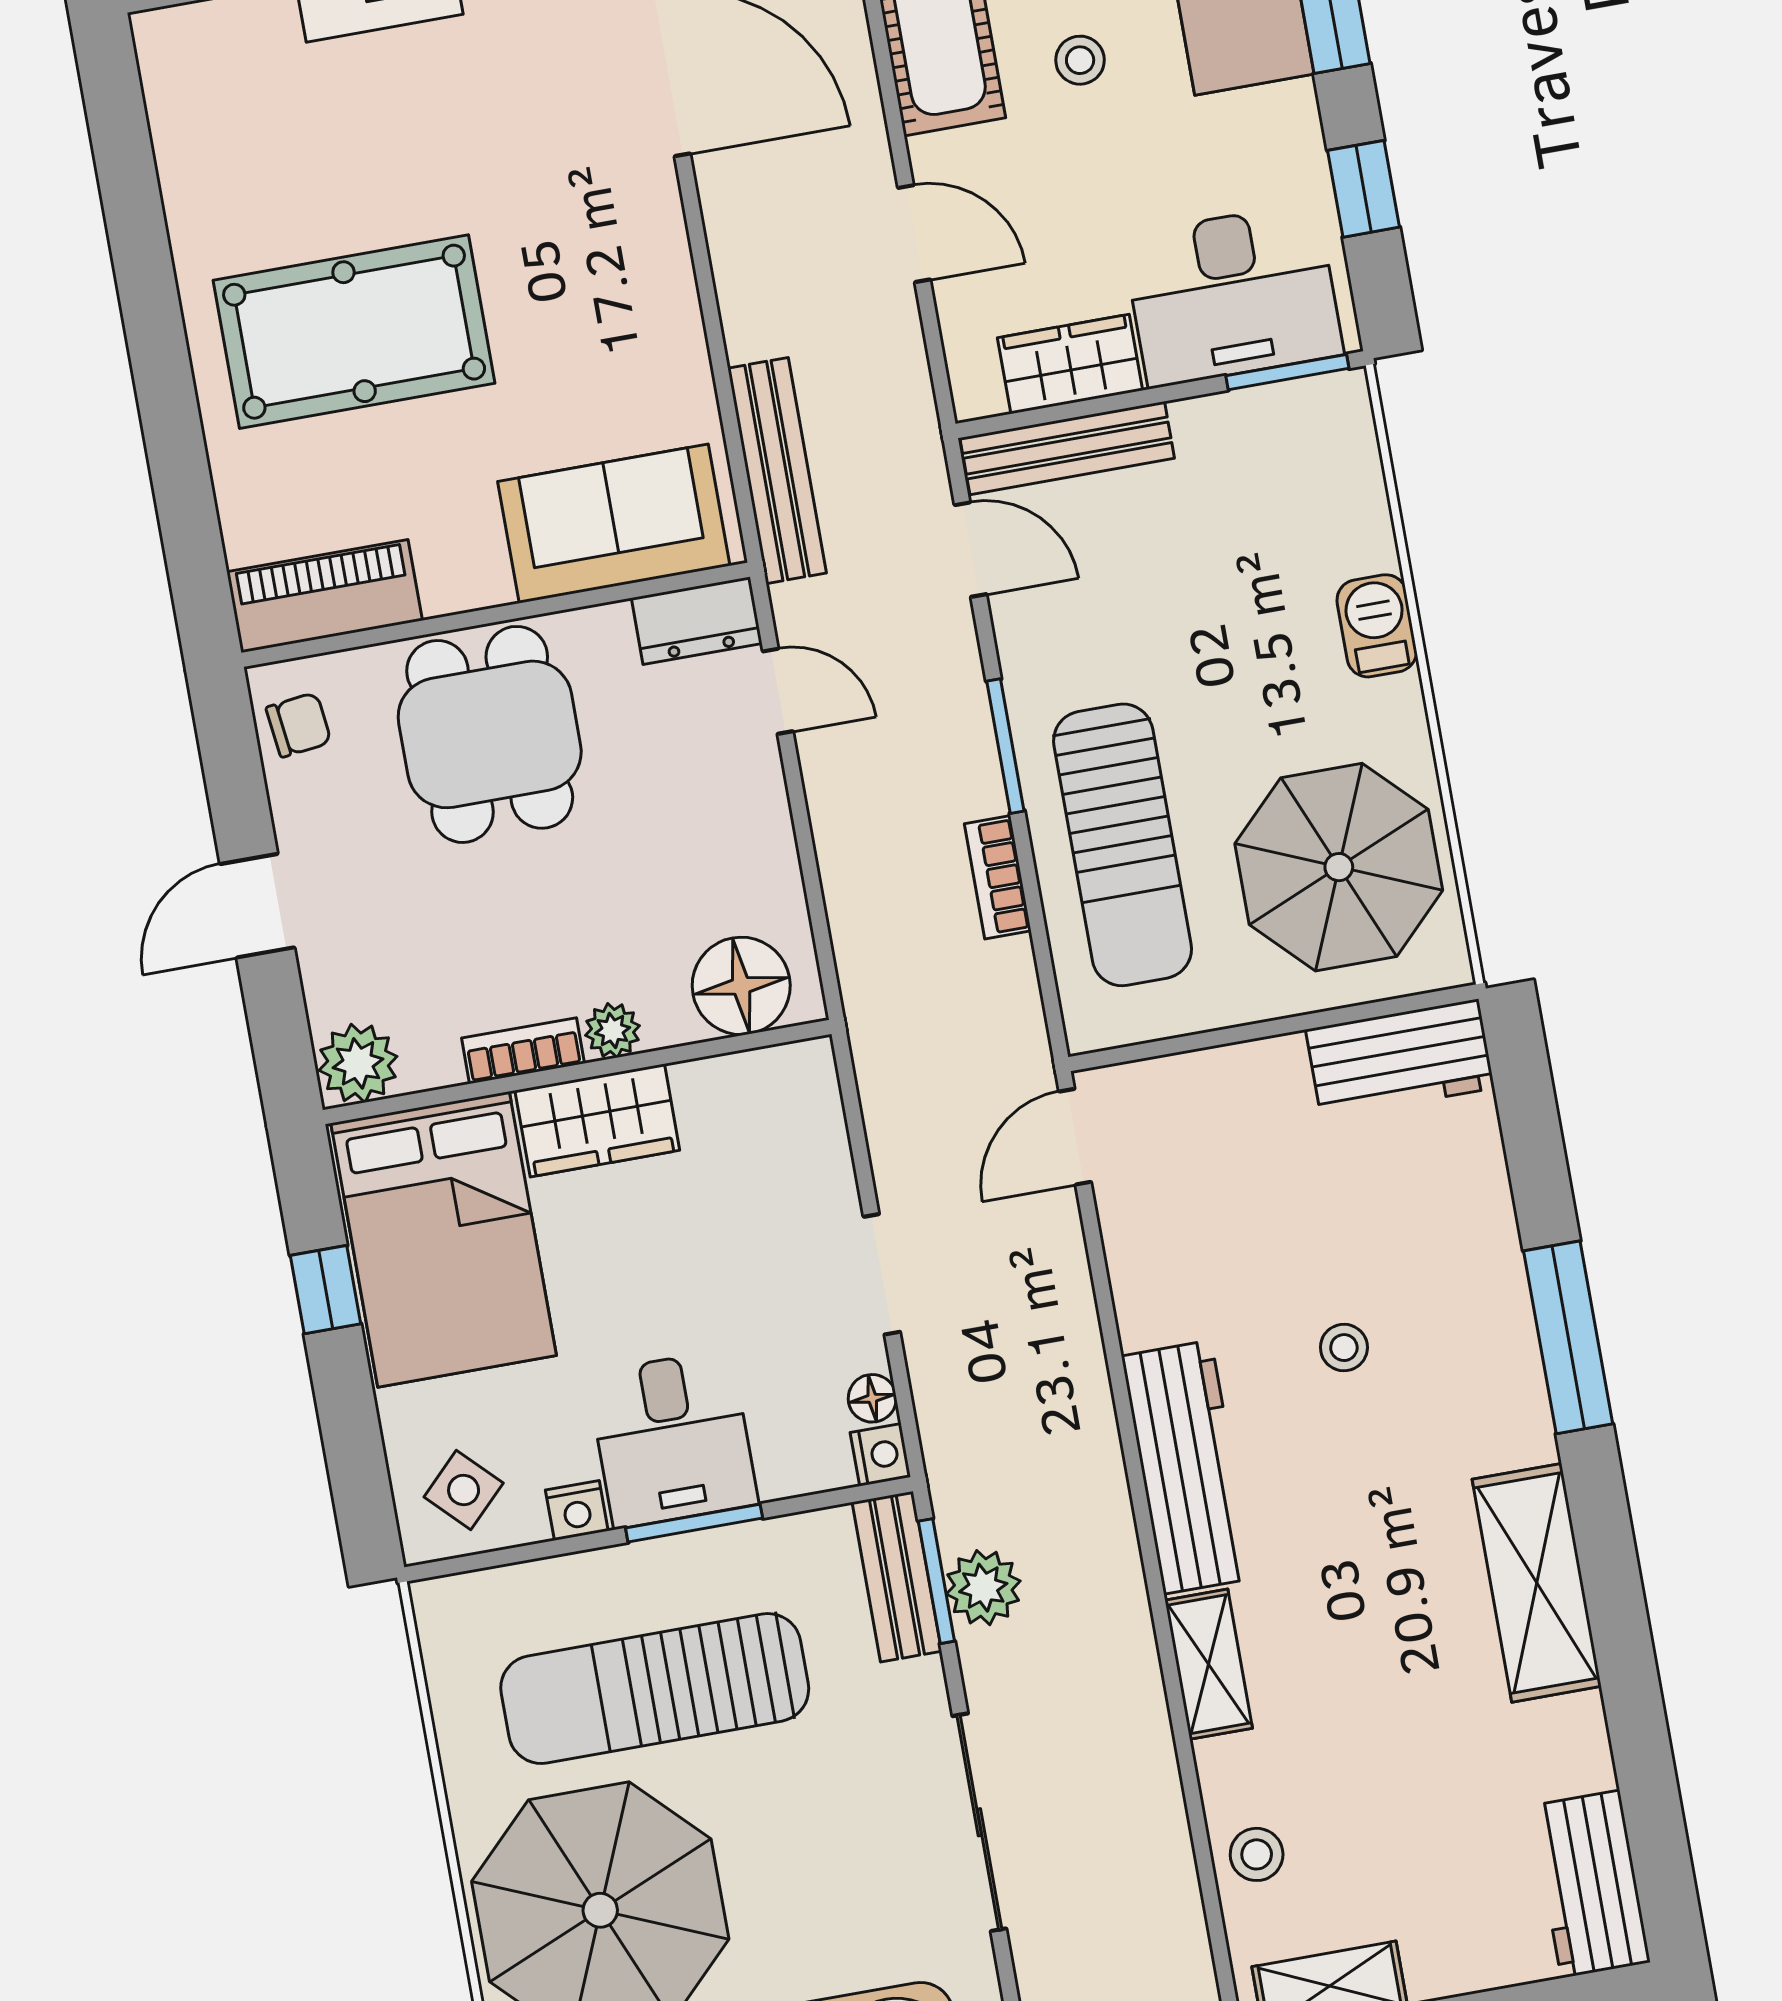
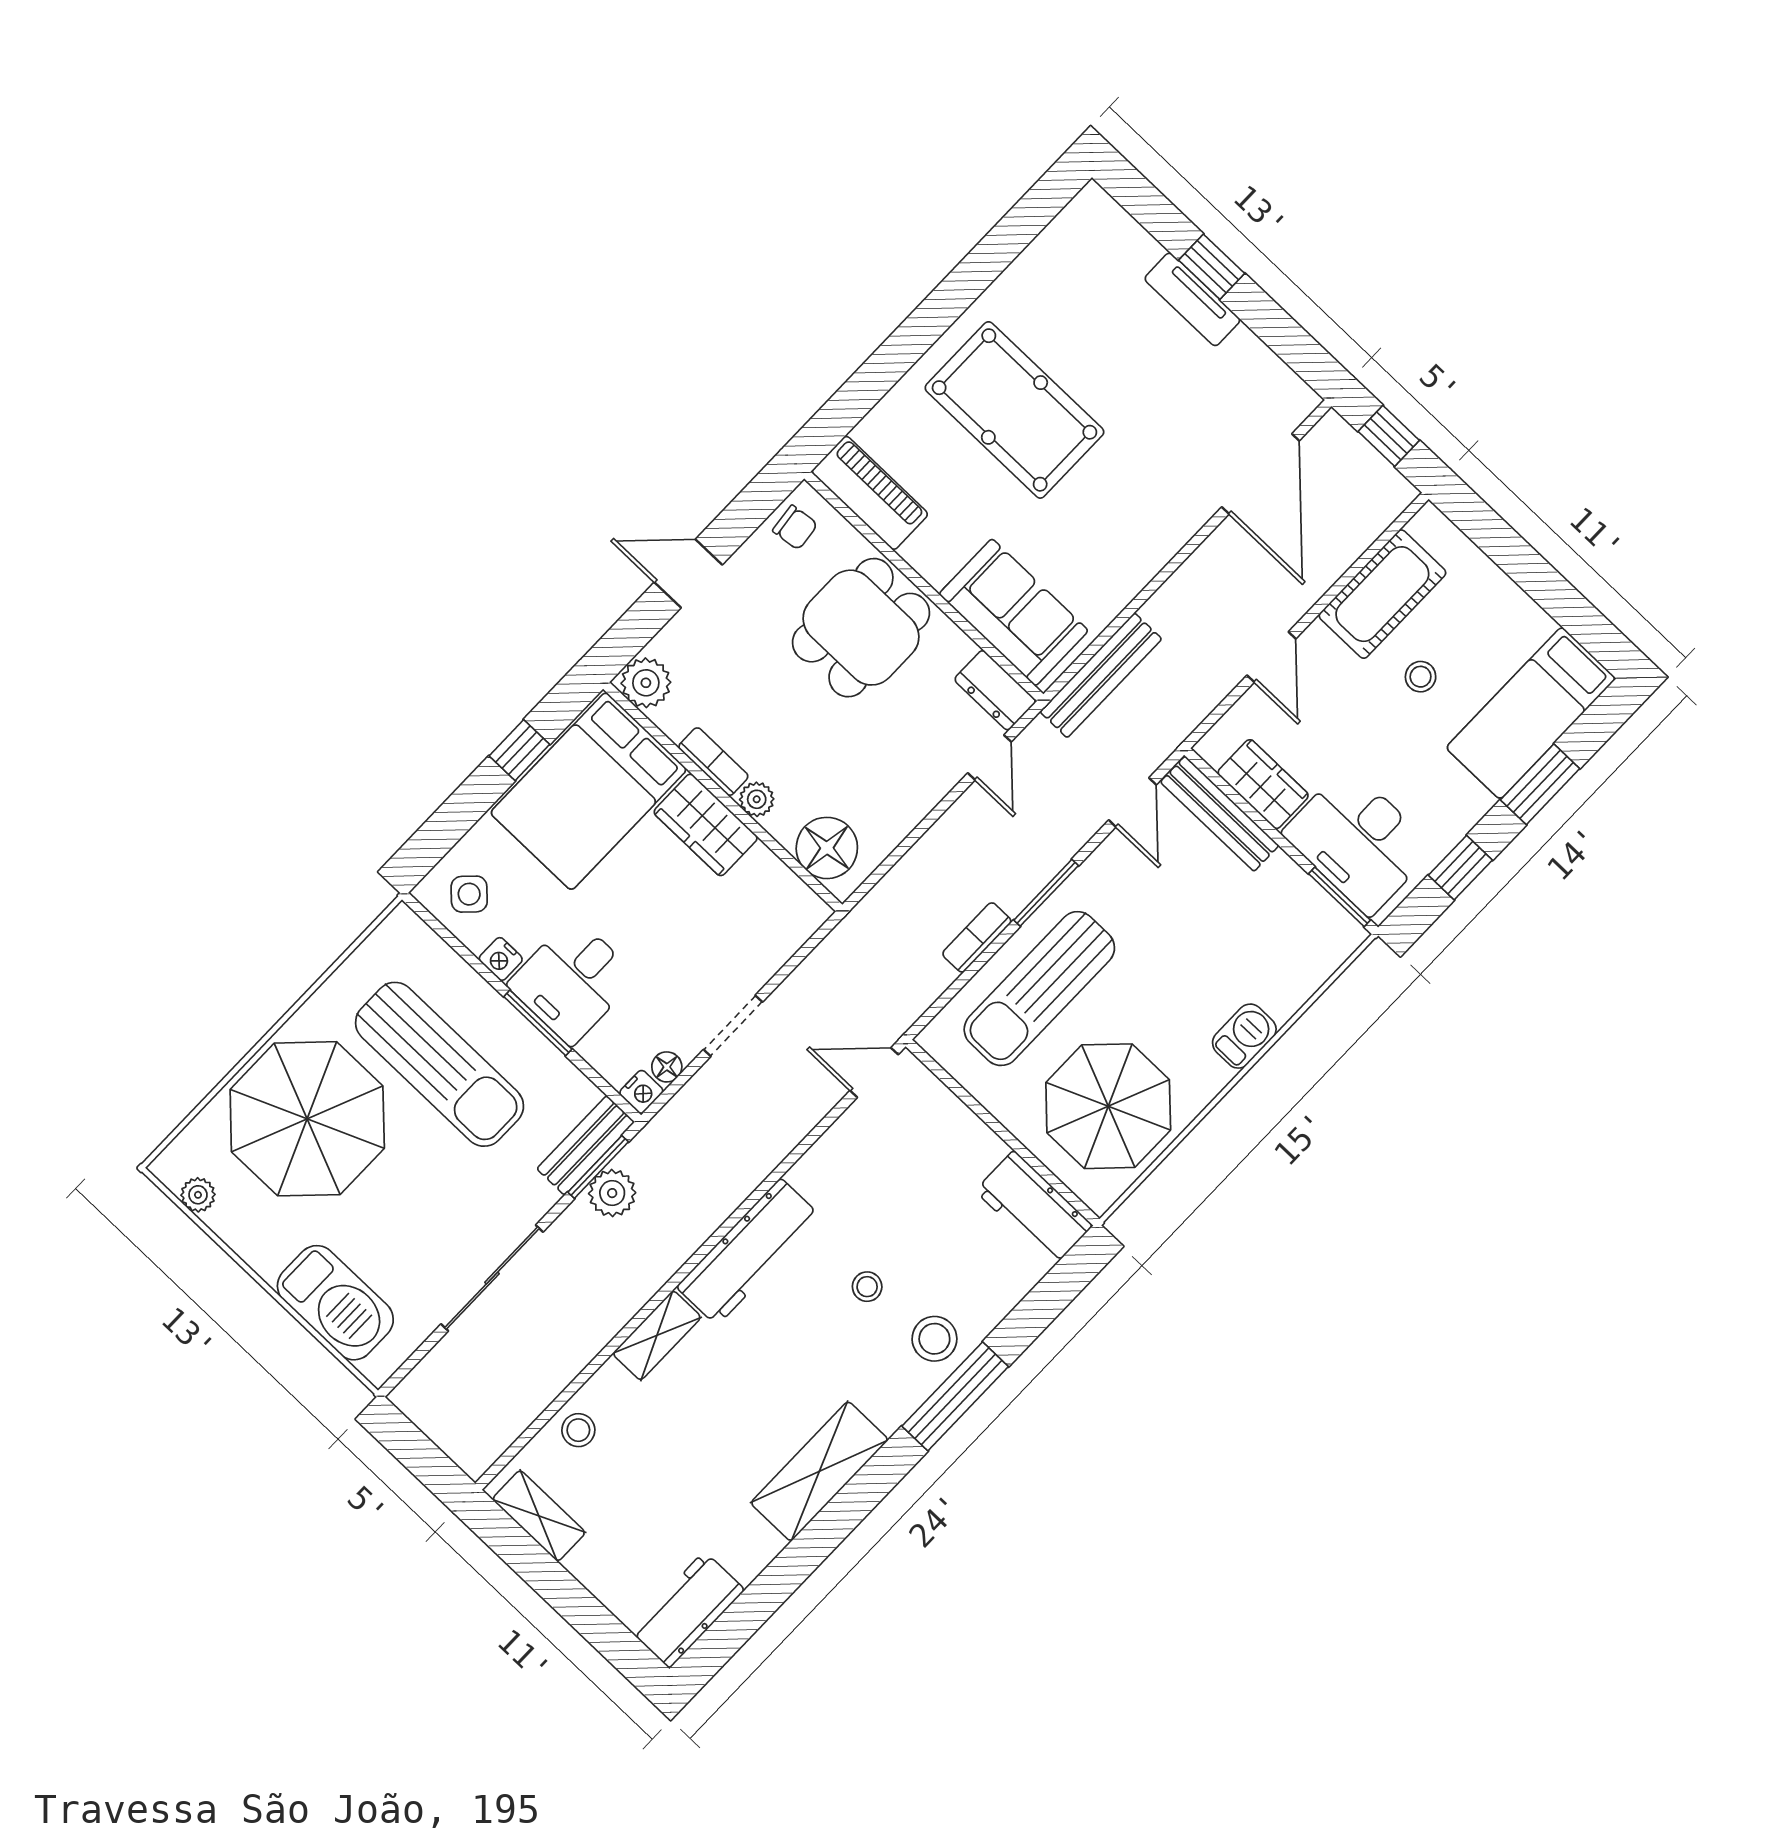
stool: (1474, 1310) -> (934, 1339), added
sun lounger: (655, 1689) -> (440, 1064), turned 180

